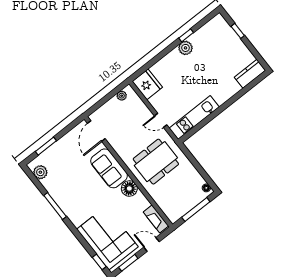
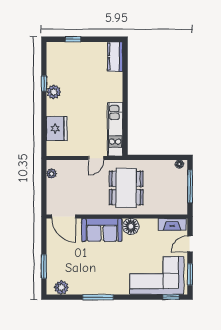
fridge: (147, 84) -> (57, 128), moved, turned 90

